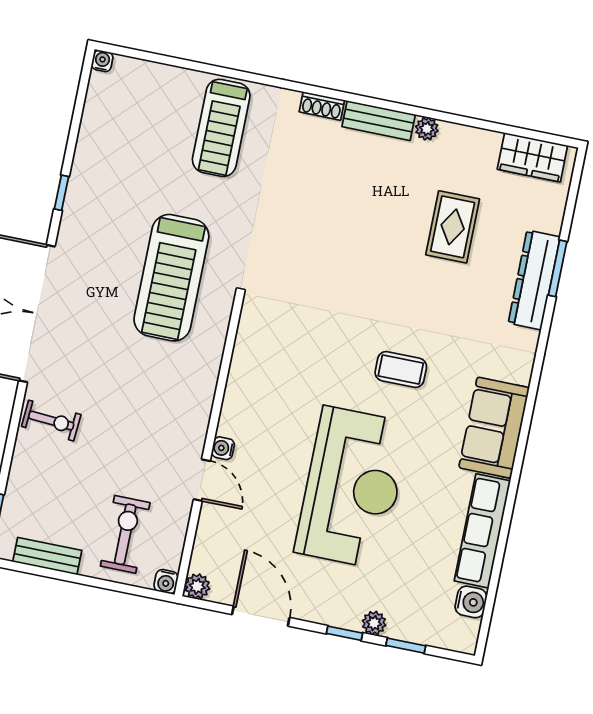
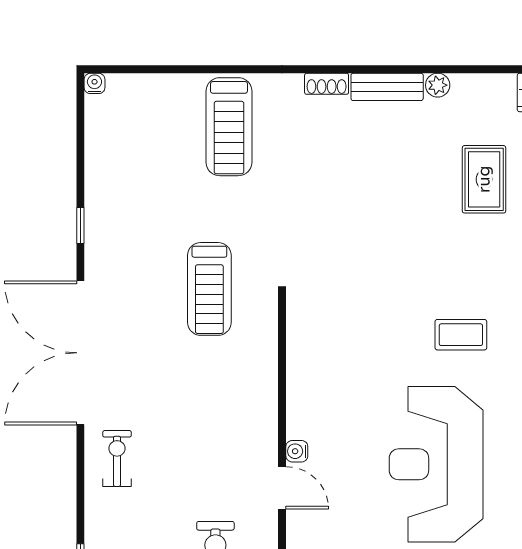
treadmill: (171, 278) -> (209, 289), width x0.73, depth x0.73
exercise bike: (51, 421) -> (117, 459), turned -94
reception desk: (352, 487) -> (436, 464), turned 180

